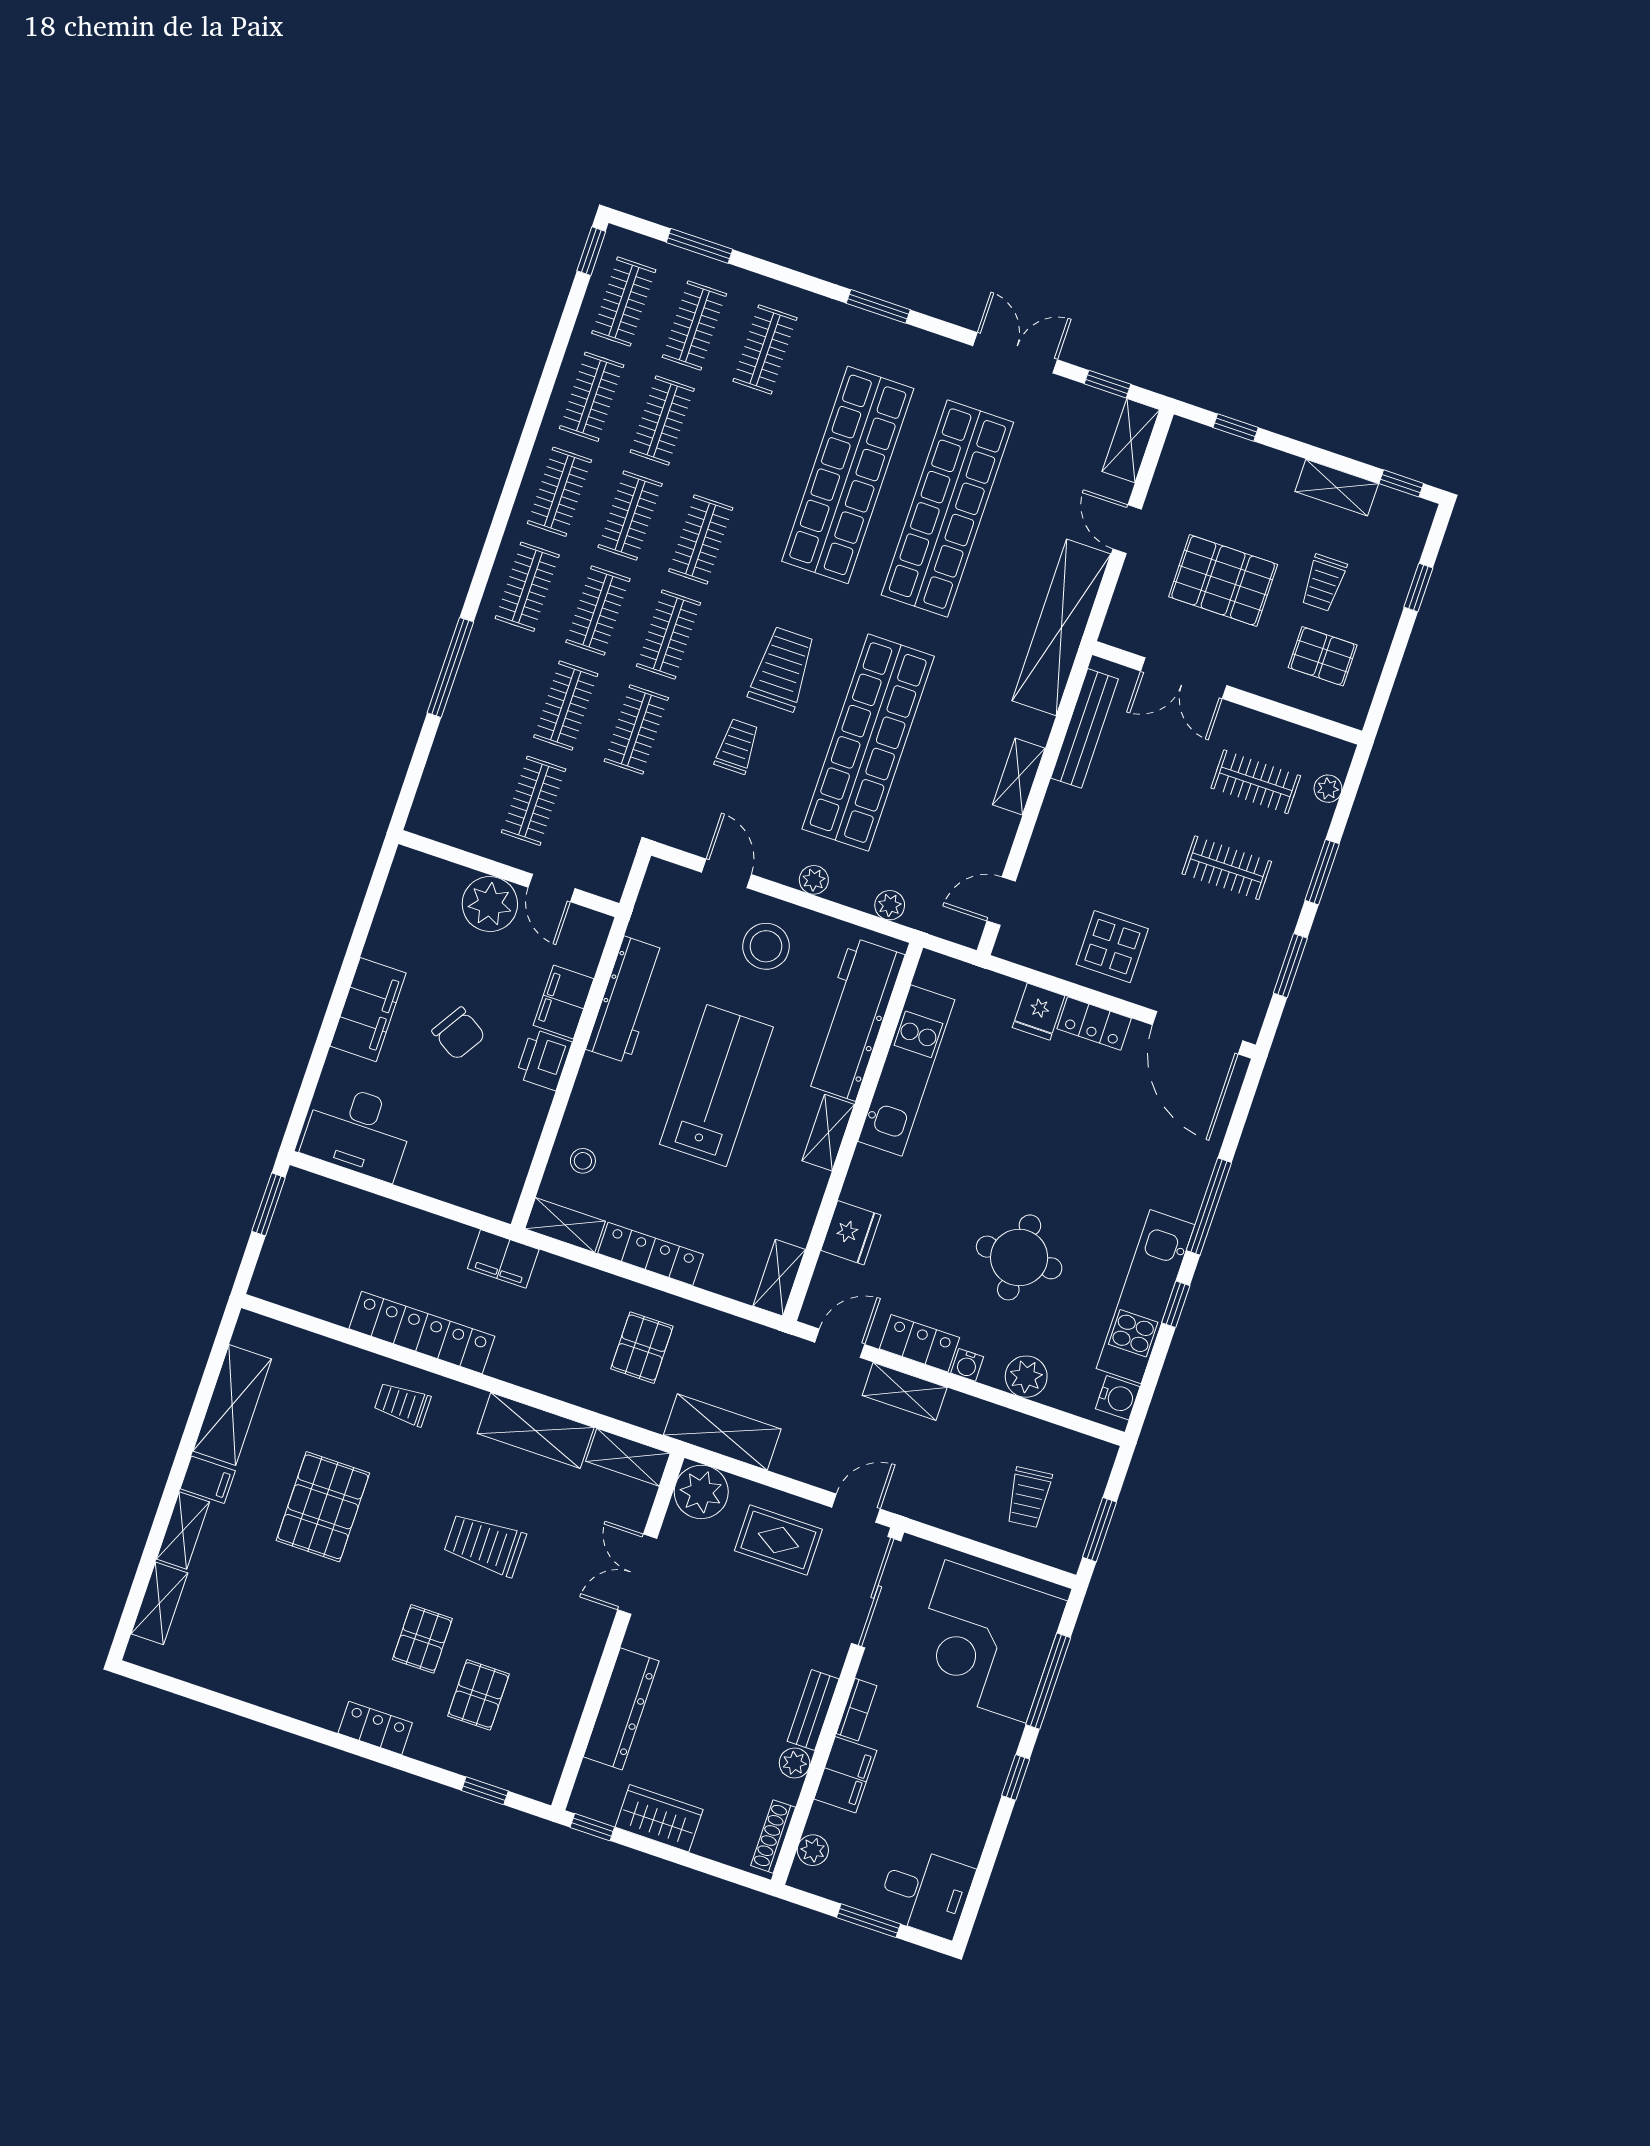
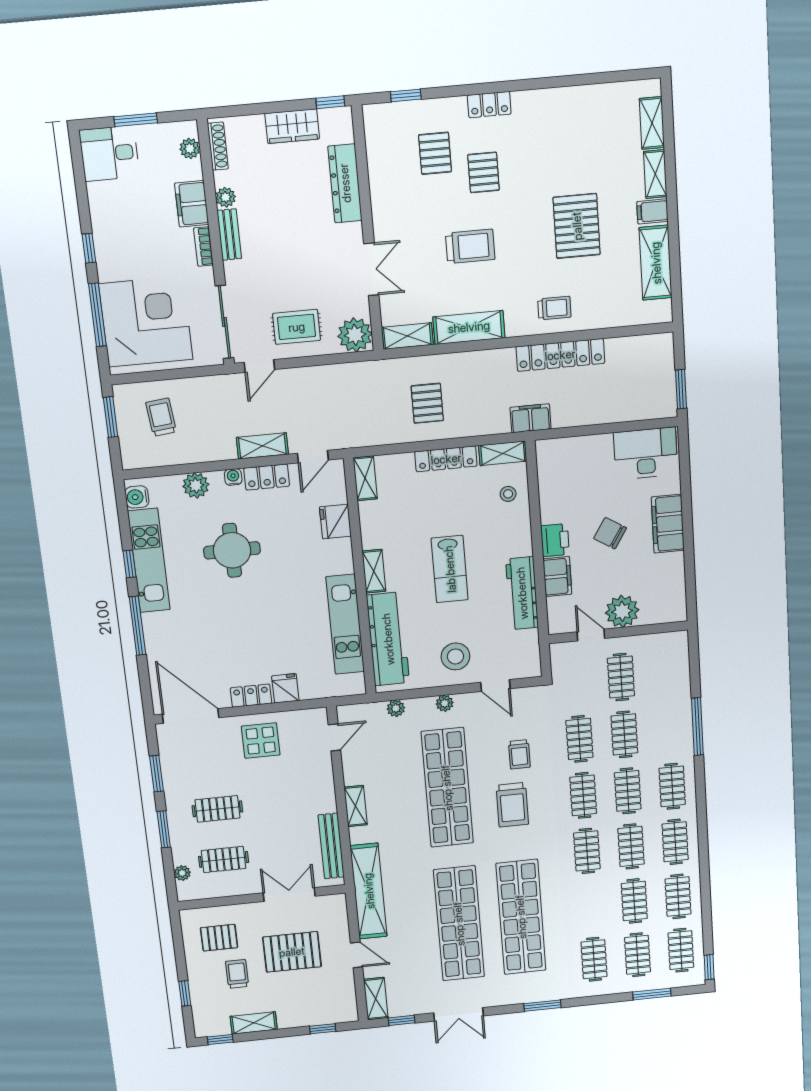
lab bench: (716, 1086) -> (450, 569), width x0.73, depth x0.72
shelving: (722, 1432) -> (358, 375), removed

